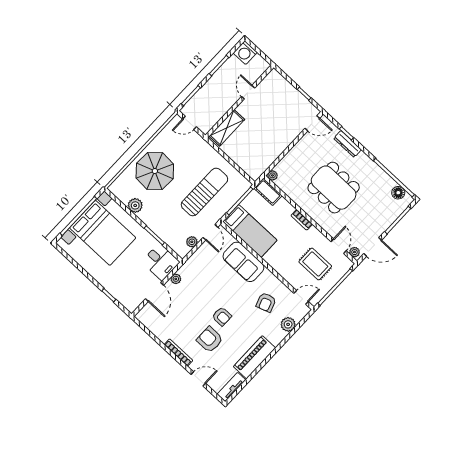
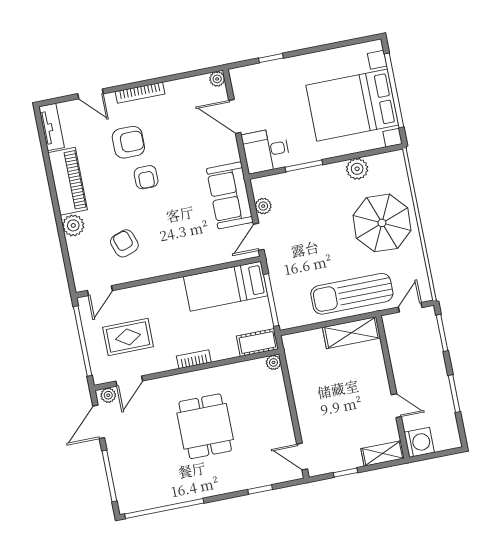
washing machine: (245, 53) -> (419, 442), moved, turned 90
shelving: (279, 81) -> (383, 453), added
door: (312, 123) -> (302, 457), hinge flipped
shelving: (227, 128) -> (351, 333), moved, turned 90
dresser: (348, 144) -> (246, 481), removed
dining table: (334, 188) -> (205, 426), width x0.73
sun lounger: (204, 192) -> (352, 294), moved, turned 90
floor lamp: (398, 193) -> (142, 501), removed
door: (210, 232) -> (259, 237), hinge flipped
door: (339, 246) -> (129, 381), hinge flipped
sofa: (243, 262) -> (230, 195), moved, turned -90
plant: (176, 279) -> (217, 79), moved
armchair: (222, 316) -> (146, 177), turned -90
plant: (288, 324) -> (73, 225), moved
door: (198, 379) -> (90, 94), hinge flipped

